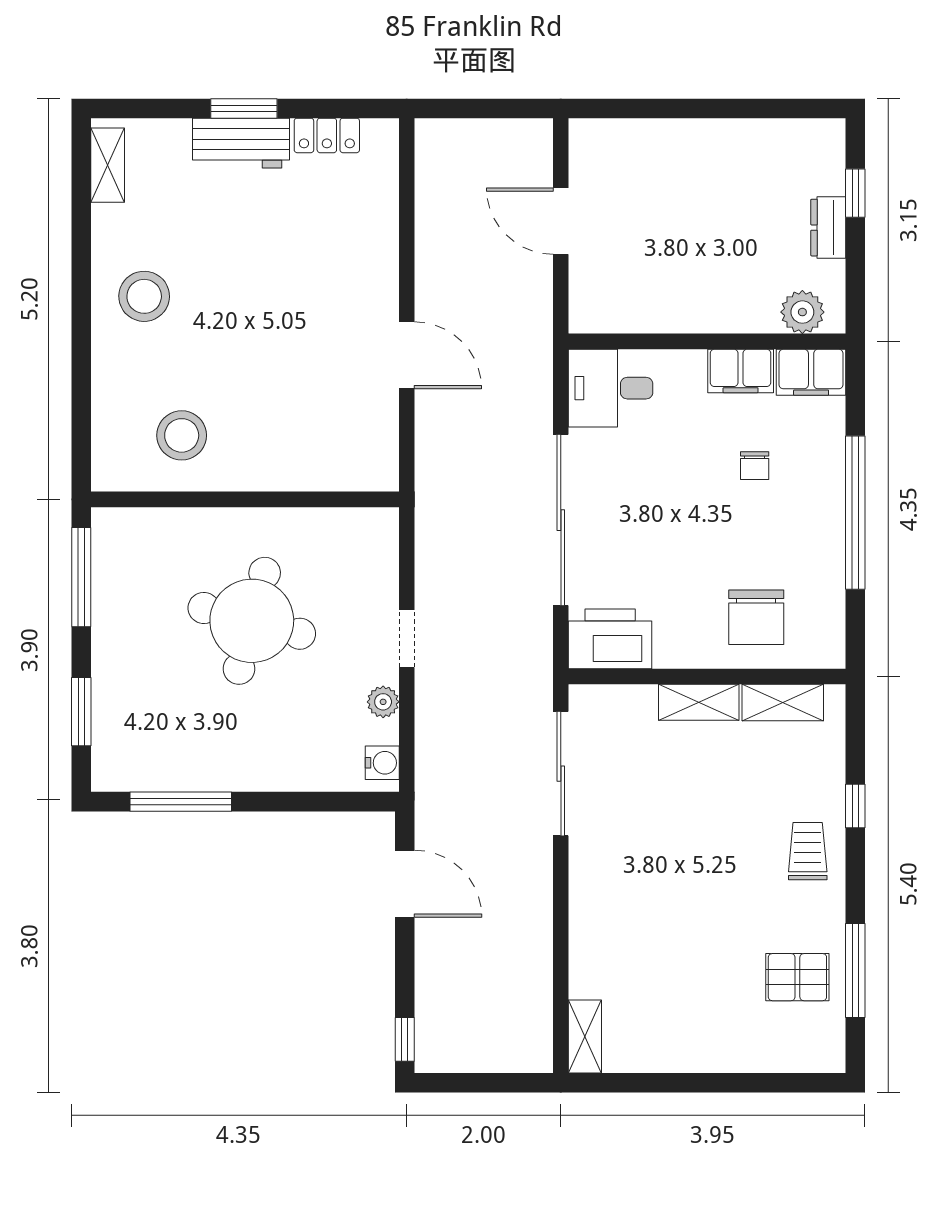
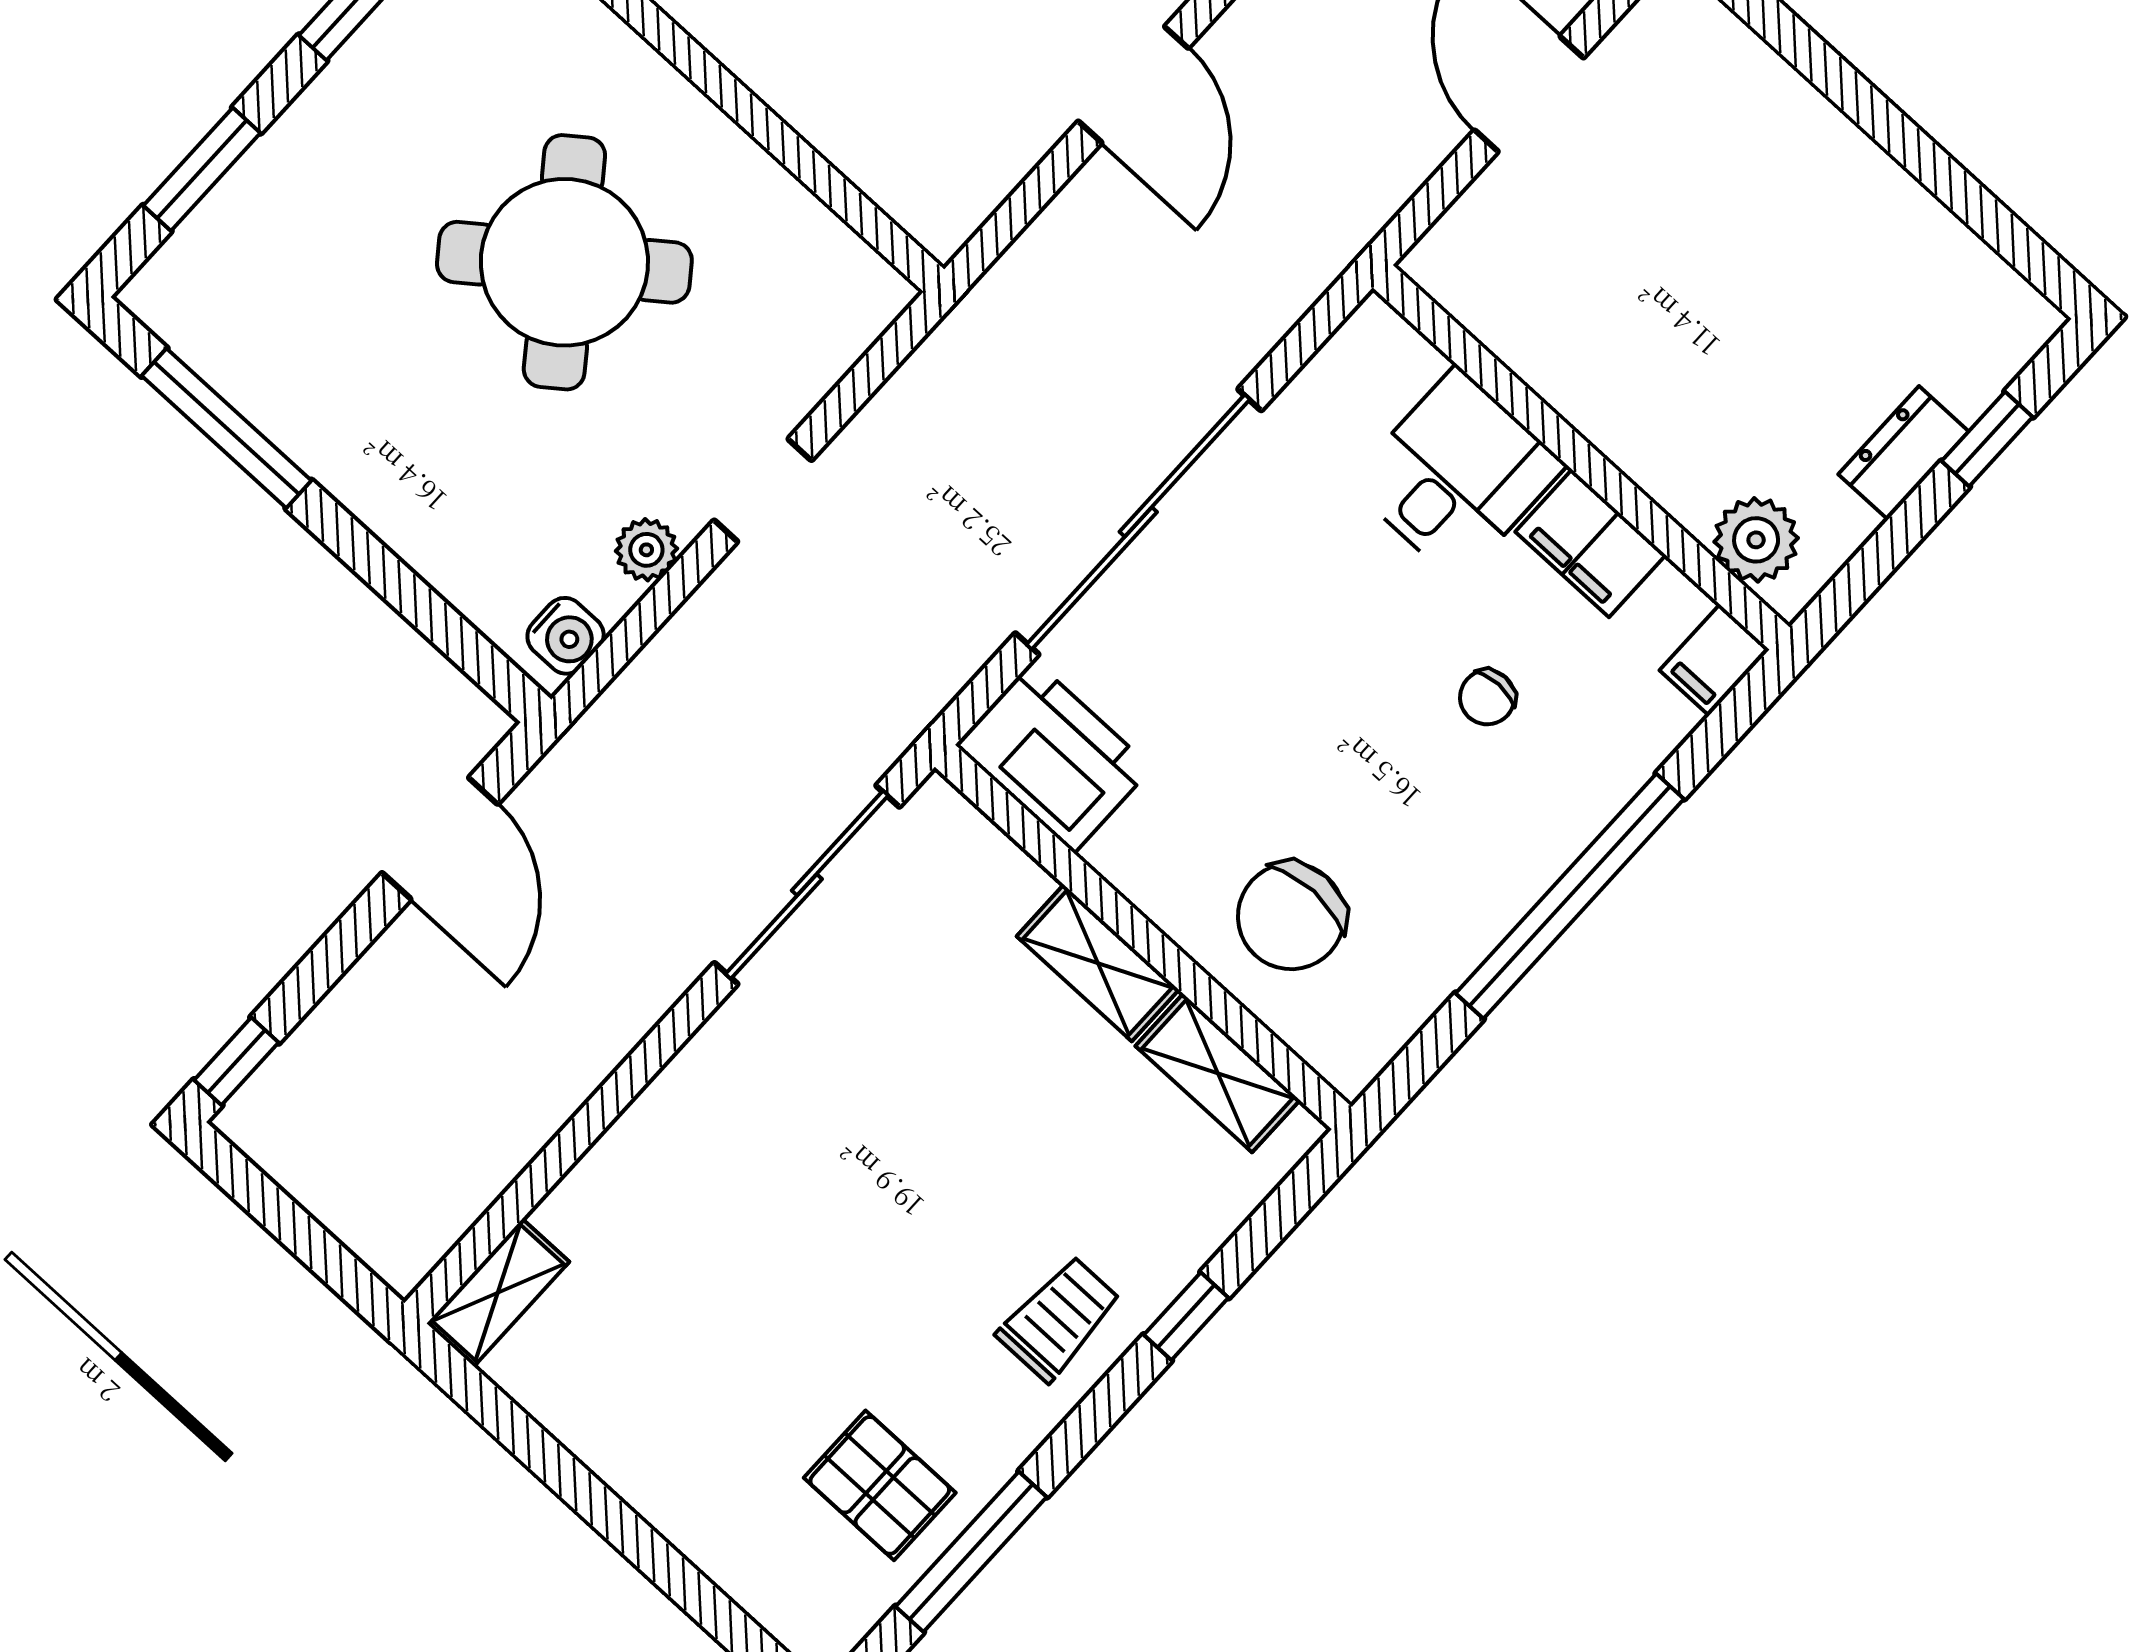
filing cabinet: (811, 372) -> (1715, 660), width x0.50
desk: (611, 388) -> (1457, 475), moved, turned 90
round table: (252, 621) -> (564, 262), turned 38

